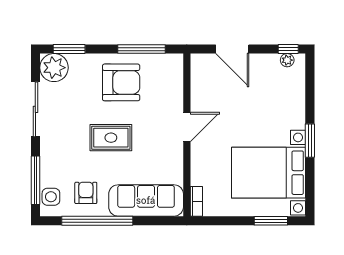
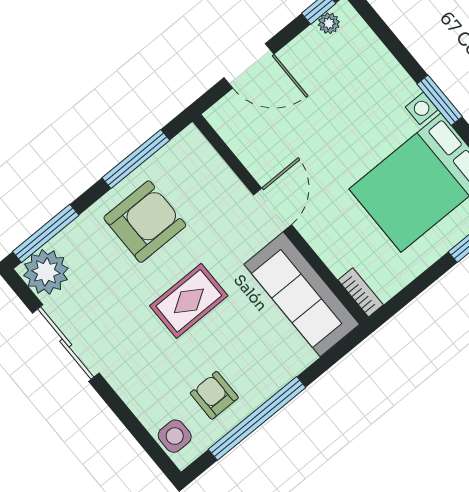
window: (69, 49) -> (46, 233), width x1.44
window: (35, 180) -> (139, 431), removed
sofa: (146, 200) -> (302, 294), moved, turned -90

